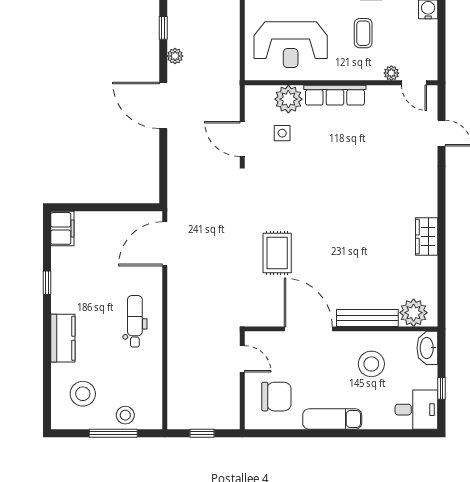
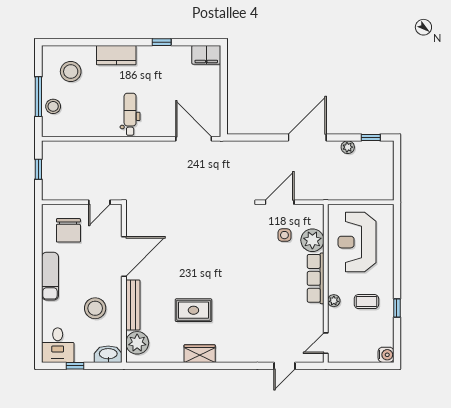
plant: (391, 73) -> (334, 301), moved
rug: (277, 253) -> (193, 310), moved
dental chair: (135, 321) -> (130, 114), turned -90

